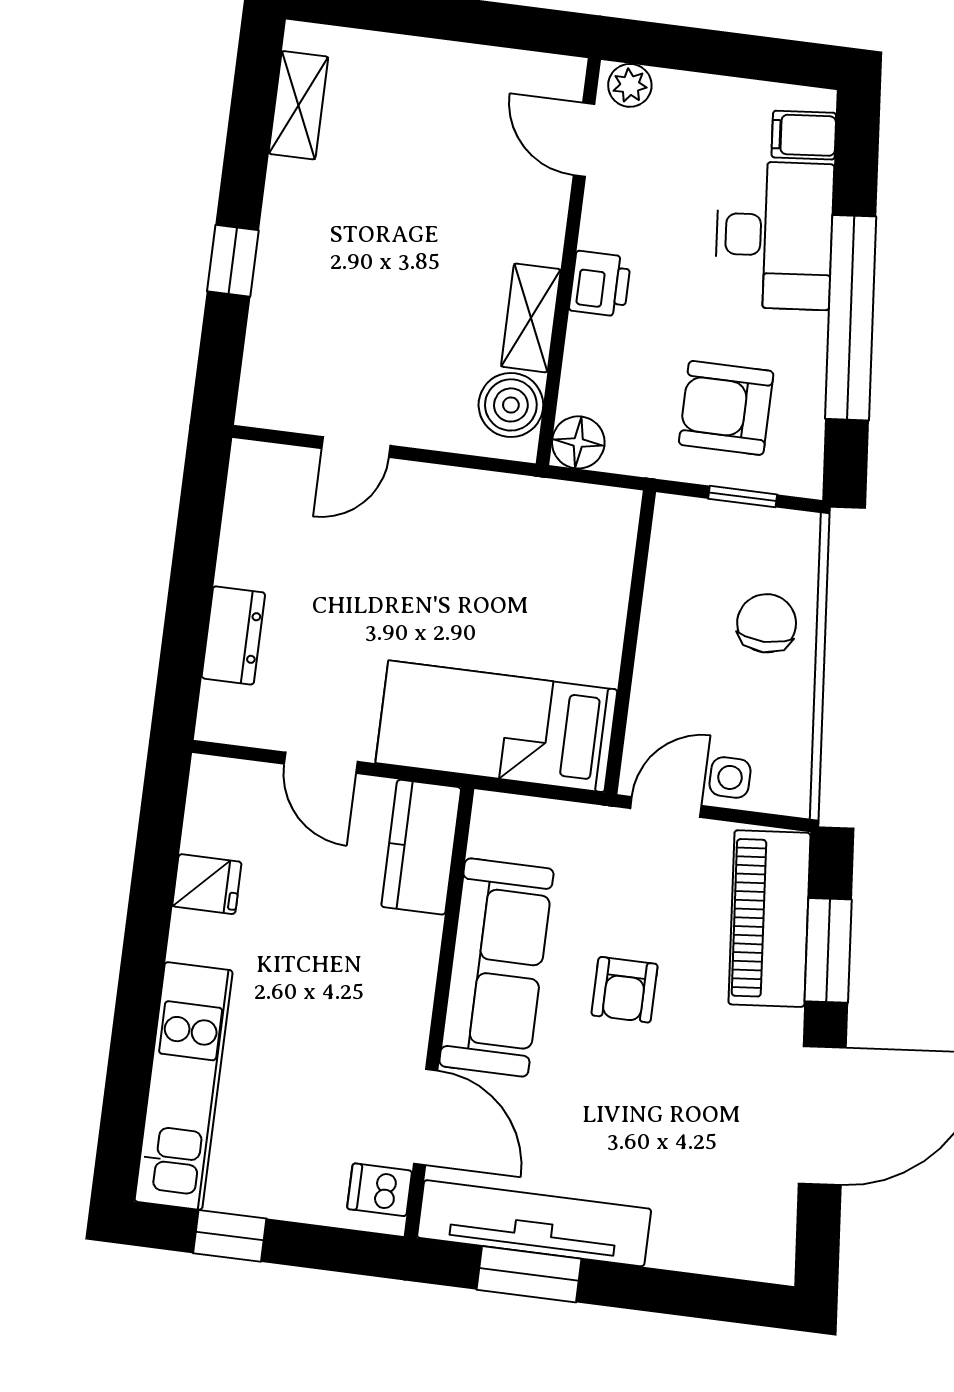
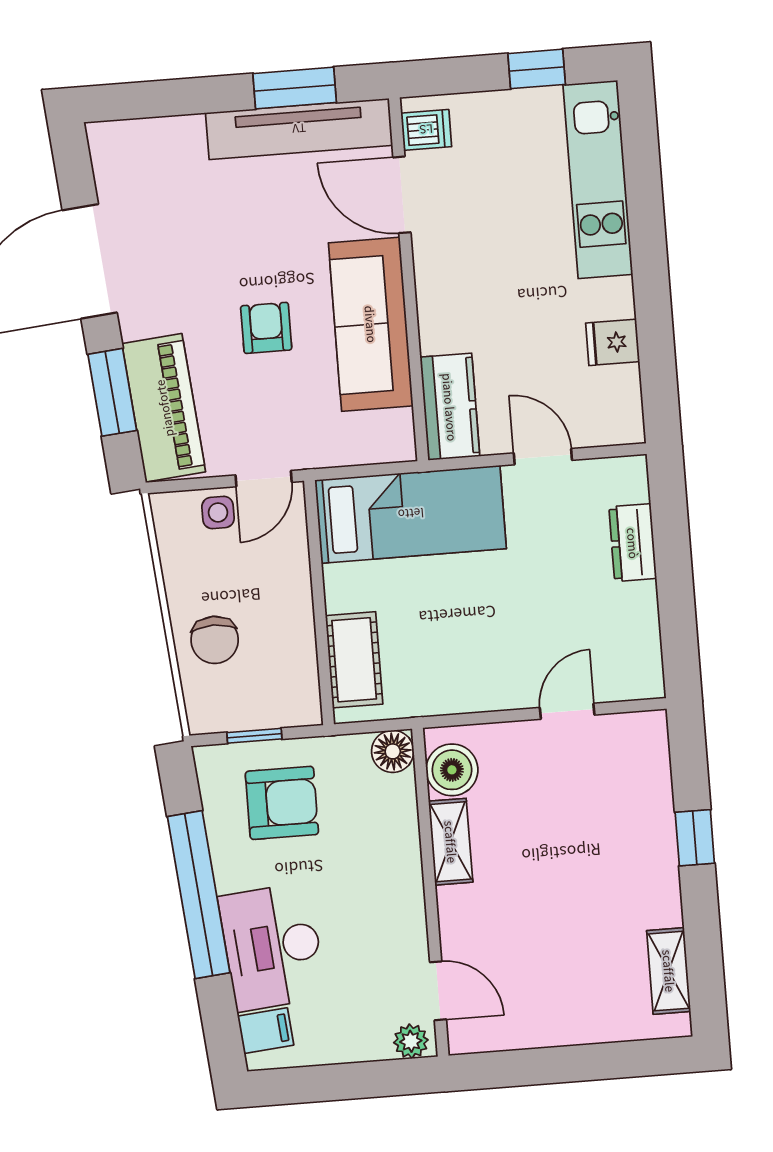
printer: (600, 284) -> (402, 880), removed
cot: (602, 564) -> (354, 660), added

